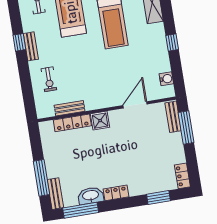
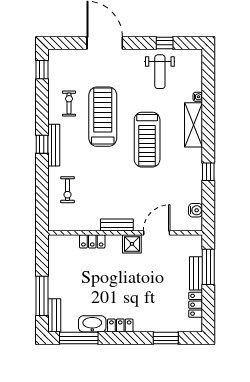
bench: (31, 46) -> (54, 145), width x1.36
bench: (70, 108) -> (117, 225), moved
bench: (173, 117) -> (196, 273), moved
shower: (100, 121) -> (132, 244), moved
locker: (72, 123) -> (92, 241), width x0.66
locker: (182, 176) -> (196, 305), moved

